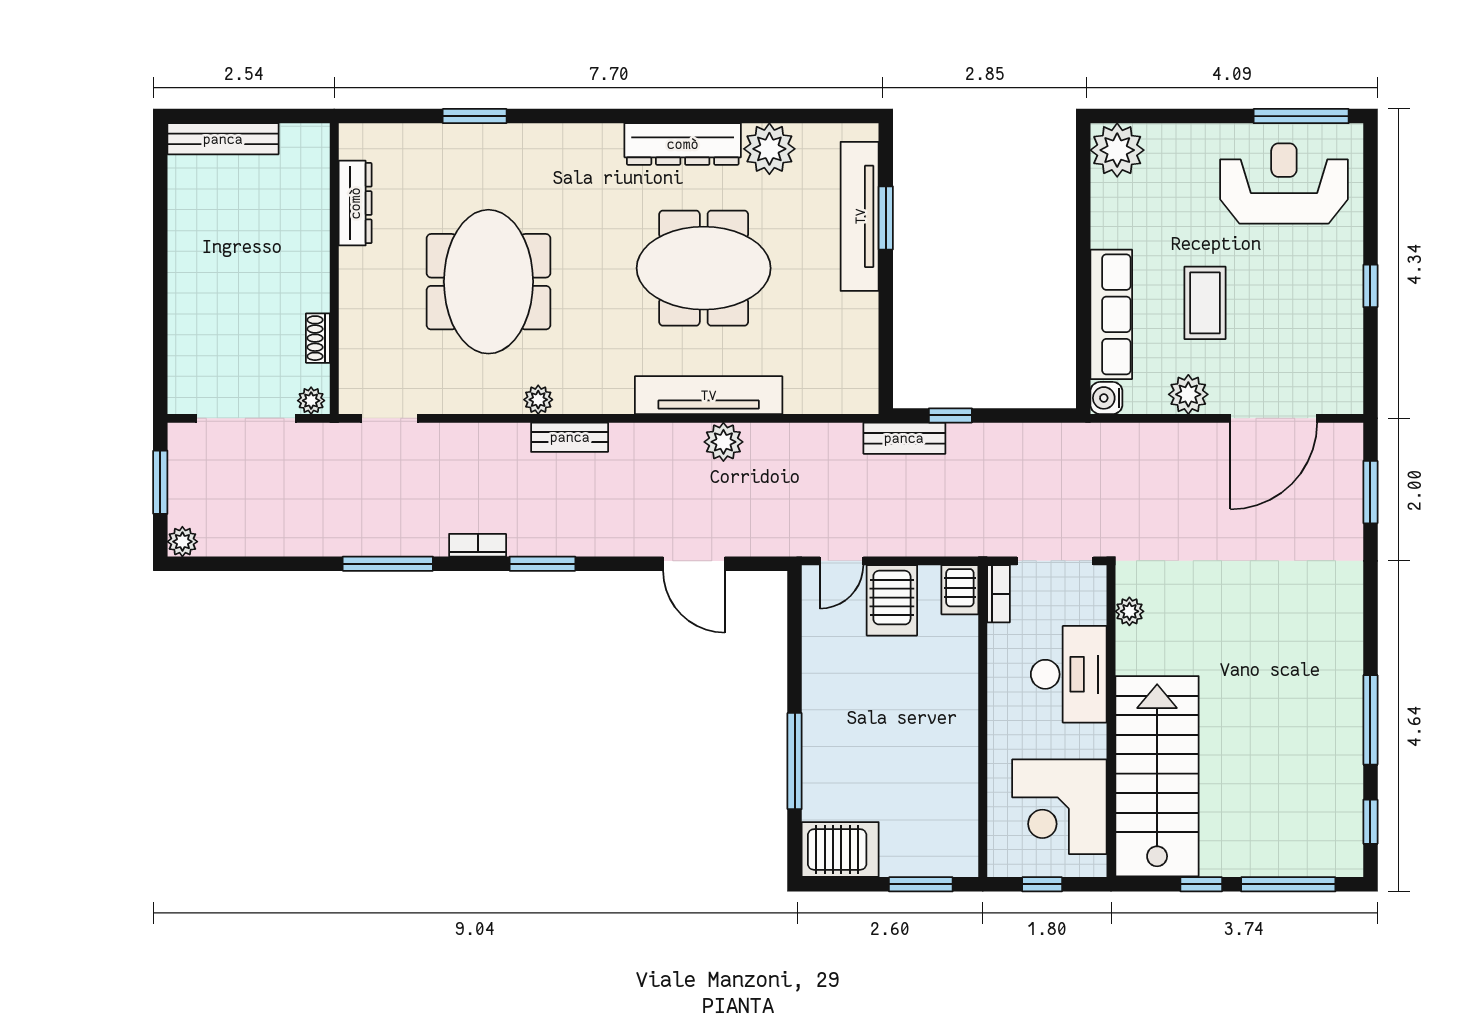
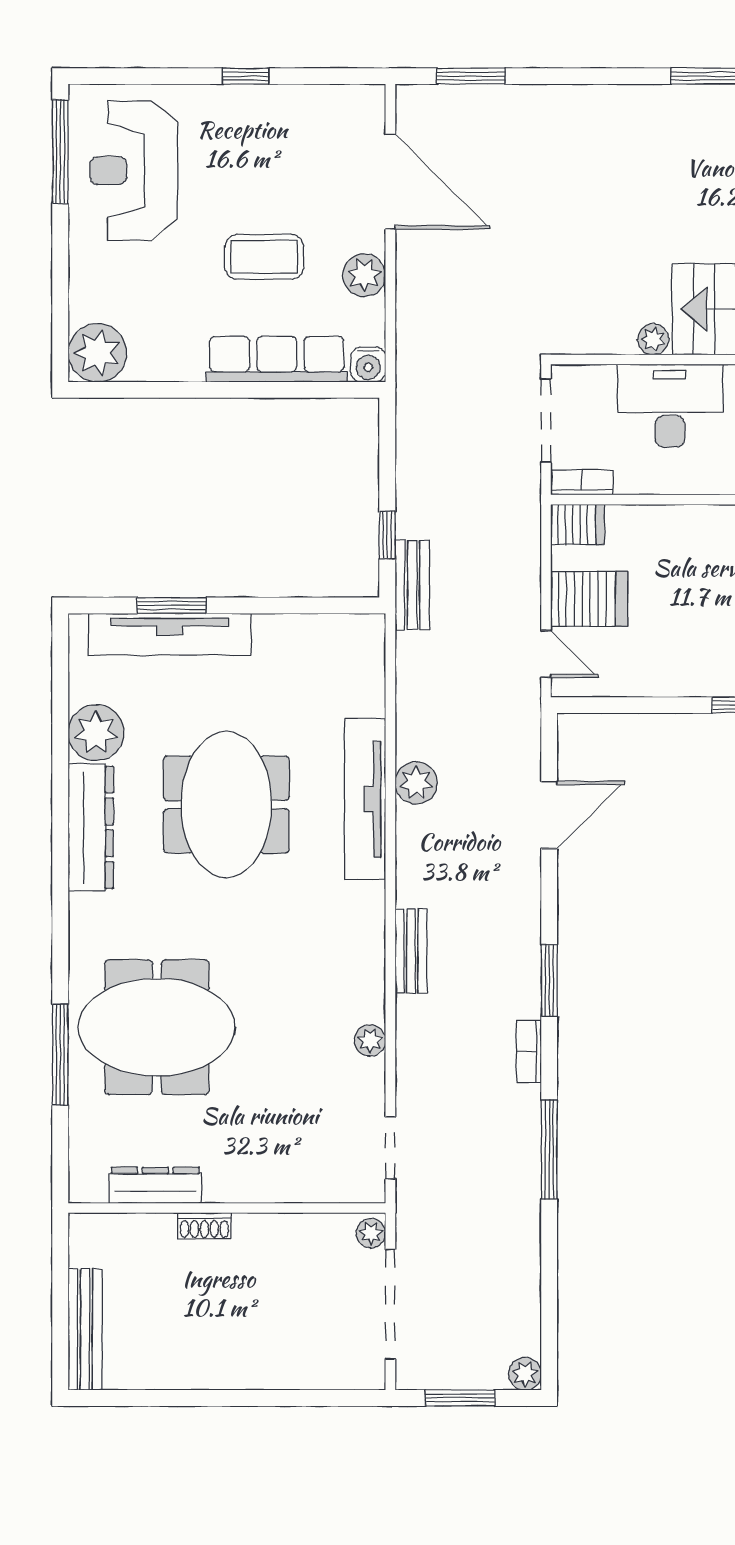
window: (475, 116) -> (60, 1055), width x1.44
meeting table: (488, 282) -> (157, 1027), moved
shoe rack: (318, 338) -> (204, 1226), moved
plant: (538, 400) -> (370, 1040), moved
plant: (1129, 611) -> (653, 339), moved

